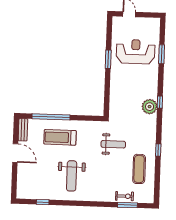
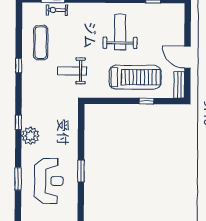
reception desk: (136, 52) -> (49, 181), turned -90
plant: (150, 107) -> (30, 136), moved
window: (51, 117) -> (146, 101), width x0.32
treadmill: (60, 137) -> (135, 77), width x1.37, depth x1.38

